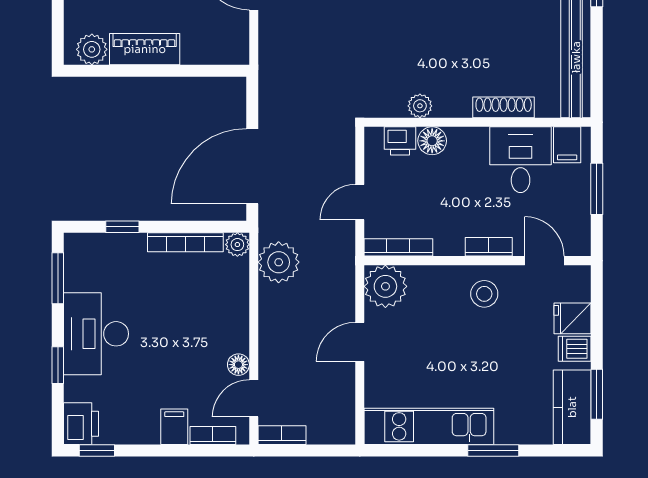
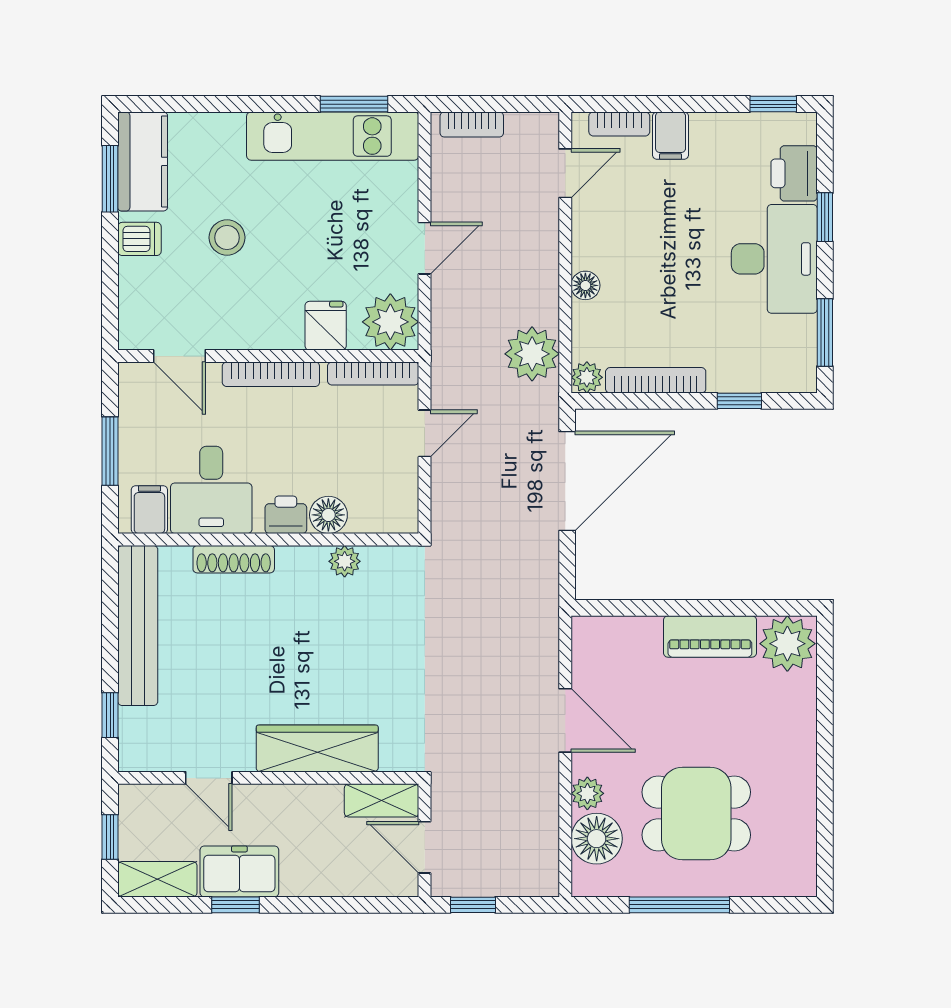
plant: (92, 49) -> (787, 644), width x1.36, depth x1.36
printer: (400, 141) -> (286, 515), moved
bookcase: (489, 247) -> (271, 374), width x1.56
stool: (484, 294) -> (227, 238), moved
fridge: (572, 318) -> (326, 326), moved, turned -90
floor lamp: (238, 365) -> (585, 285), moved
printer: (81, 424) -> (794, 173), moved
bookcase: (282, 435) -> (472, 124), moved
window: (493, 451) -> (354, 104), moved

